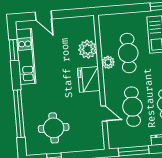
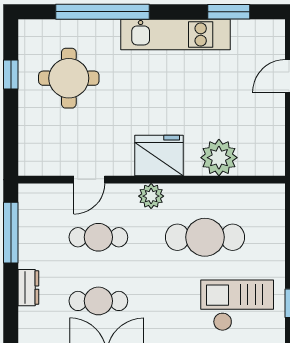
kitchen unit: (26, 57) -> (176, 35), moved
plant: (108, 62) -> (151, 196), moved
cafe table: (132, 107) -> (98, 237), width x0.73, depth x0.74

